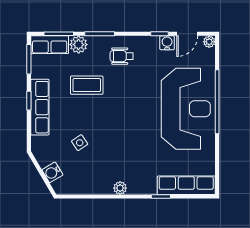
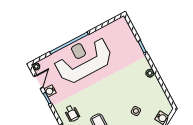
door: (187, 34) -> (38, 82), hinge flipped
row of seats: (186, 185) -> (128, 35), removed

